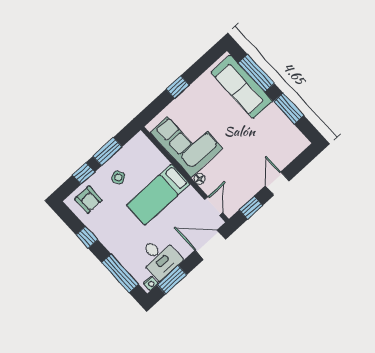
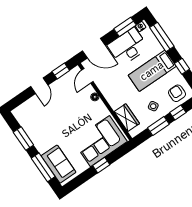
sofa: (242, 87) -> (59, 164), width x0.73
corner sofa: (186, 140) -> (100, 141), moved, turned 90
wardrobe: (152, 157) -> (127, 118), added
bed: (158, 195) -> (152, 71), moved, turned 180
desk: (160, 258) -> (128, 47), width x1.37

